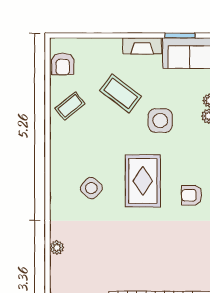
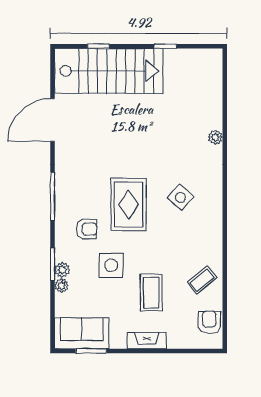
fireplace: (142, 46) -> (147, 341), moved
coffee table: (121, 93) -> (151, 293), turned 53
armchair: (192, 195) -> (87, 229), moved

